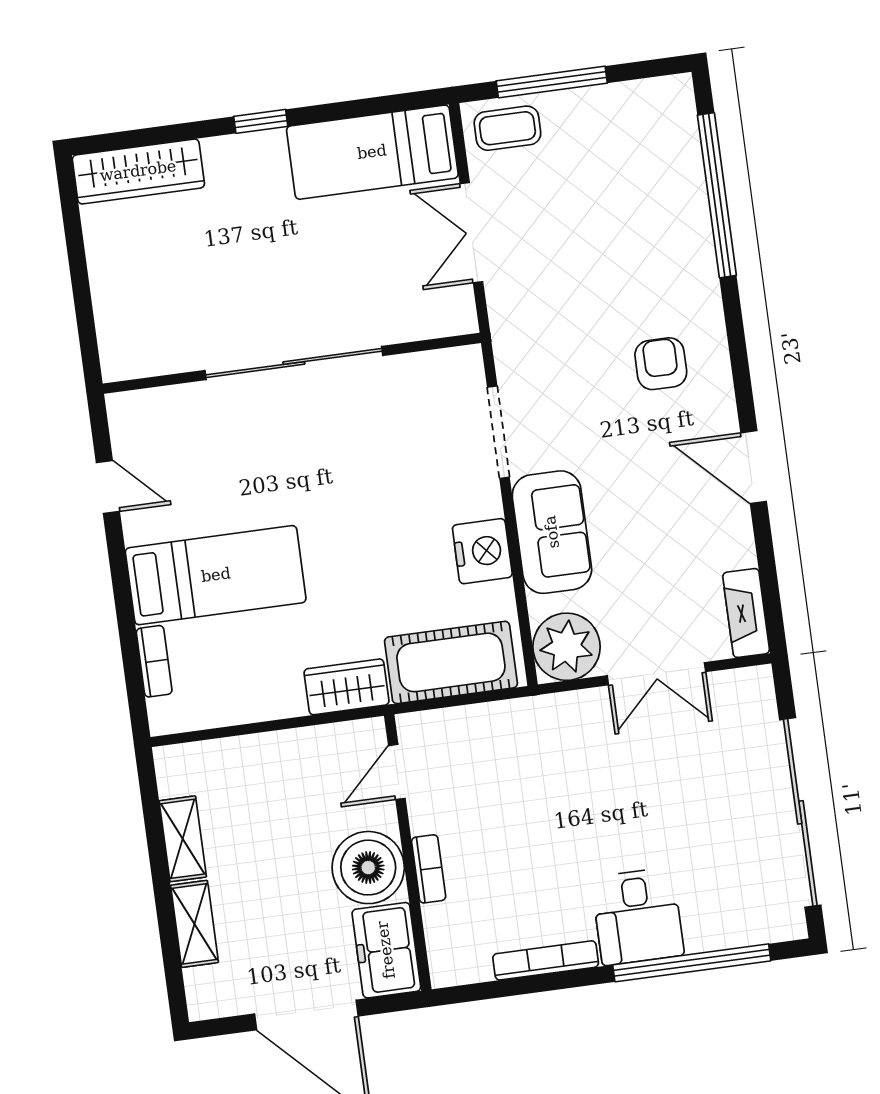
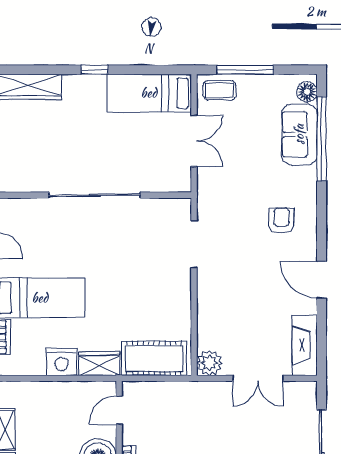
floor lamp: (676, 108) -> (307, 92), added
double door: (471, 233) -> (194, 141), swing flipped
sofa: (552, 532) -> (299, 134), moved, turned 180
nightstand: (482, 551) -> (62, 362), moved, turned 90
fireplace: (746, 613) -> (305, 345), width x1.37, depth x1.32
plant: (567, 647) -> (209, 363), width x0.73, depth x0.73

